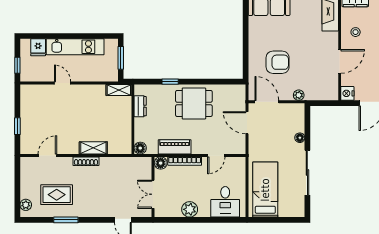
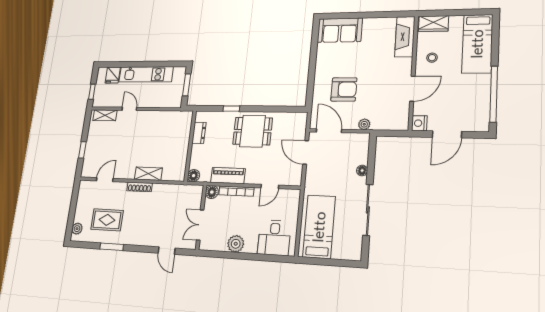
shelving: (119, 90) -> (105, 115), moved

